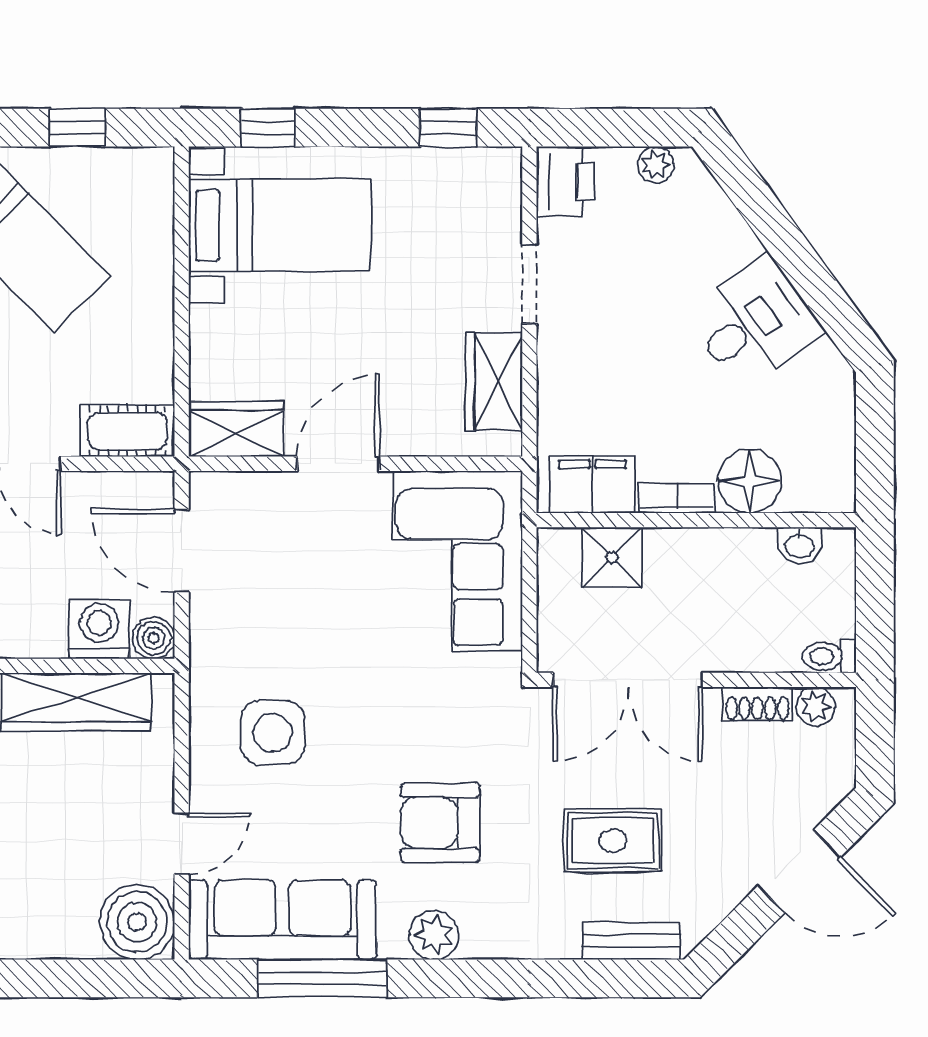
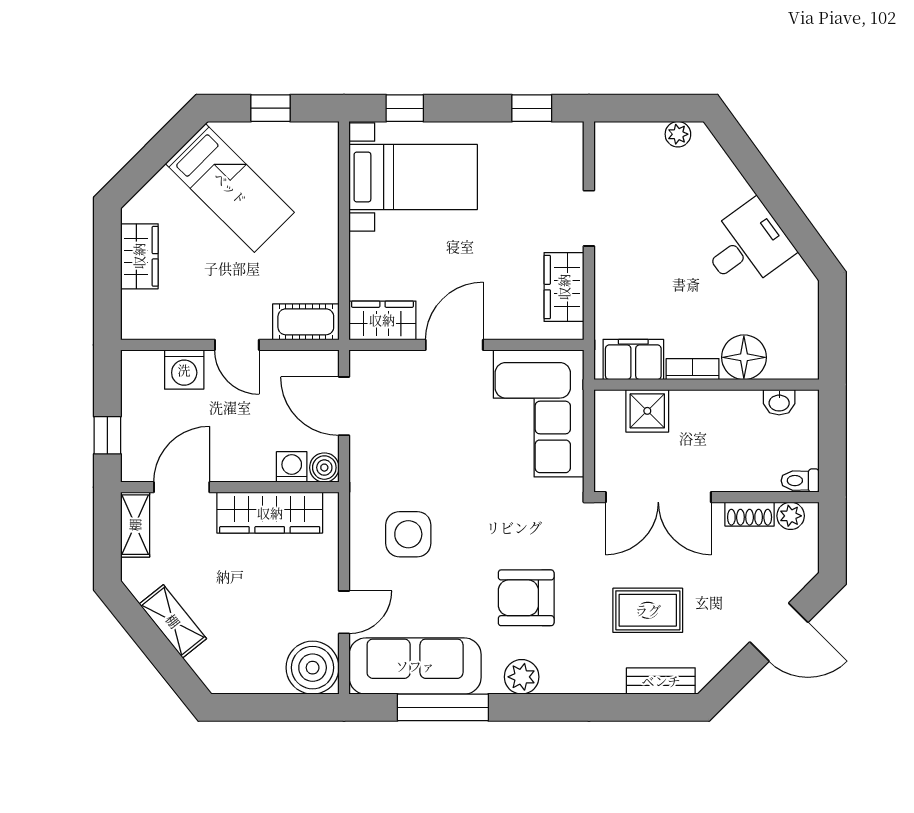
printer: (566, 182) -> (614, 146), removed
washing machine: (99, 629) -> (292, 467), width x0.73, depth x0.73

